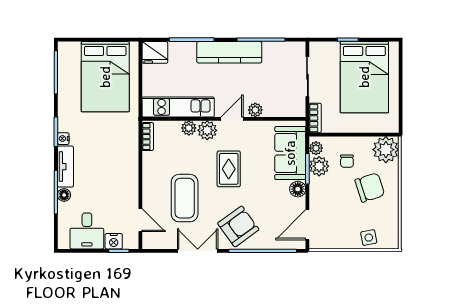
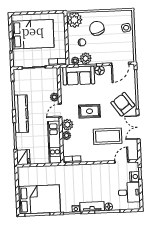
bed: (105, 77) -> (39, 199), moved
door: (232, 119) -> (60, 110), hinge flipped
door: (307, 225) -> (120, 64), hinge flipped

